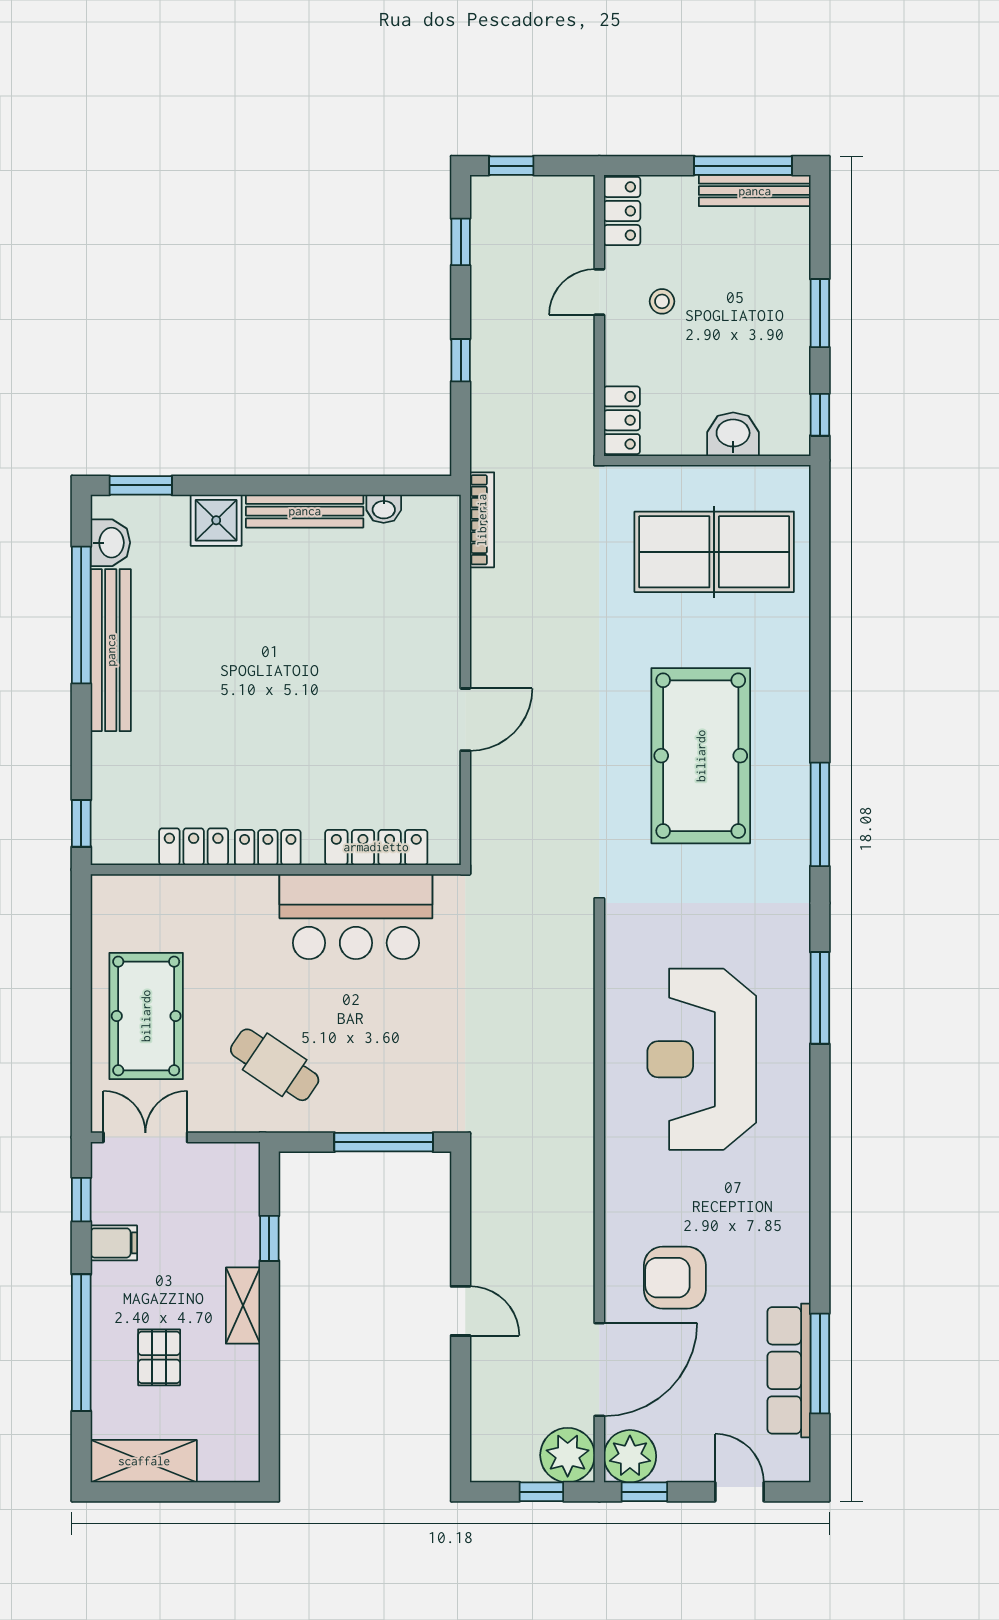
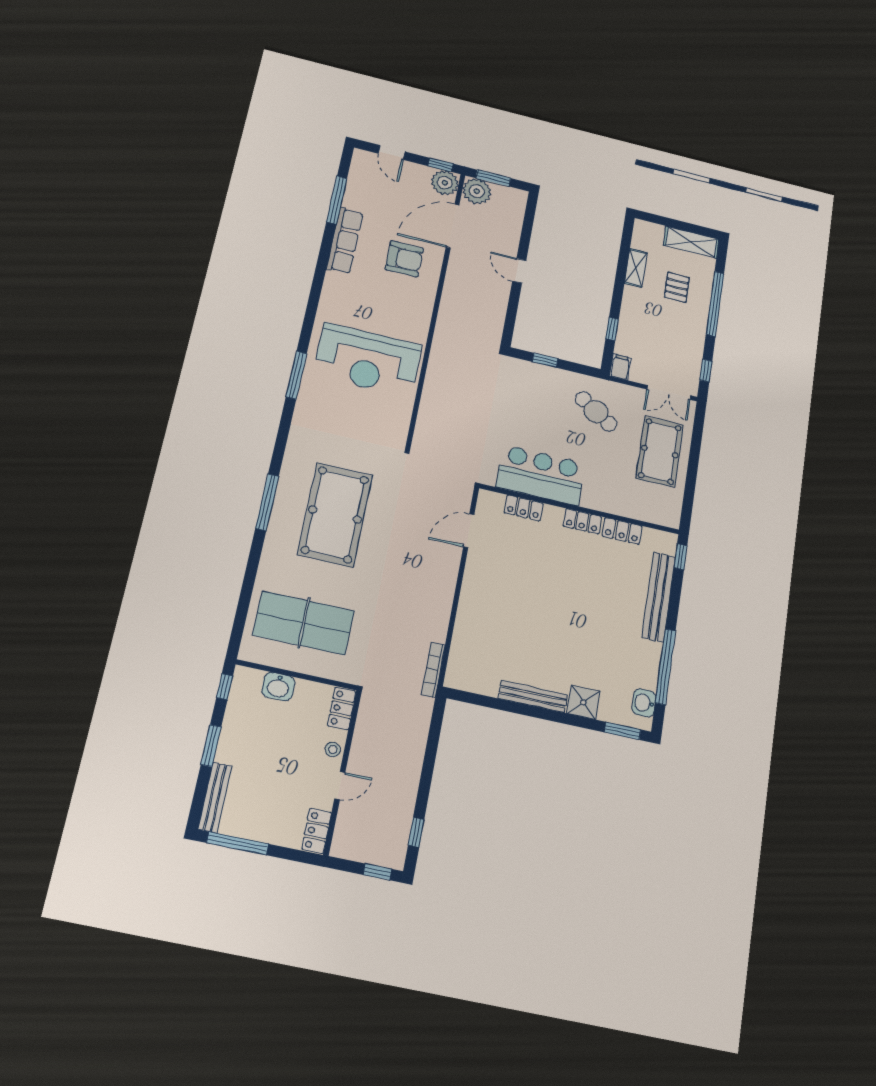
bench: (755, 191) -> (215, 798), moved, turned 90
stool: (662, 301) -> (333, 749), moved
window: (461, 360) -> (429, 763), removed
washbasin: (384, 509) -> (488, 688), removed
bench: (111, 650) -> (659, 597), moved
door: (465, 720) -> (469, 531), moved
window: (820, 814) -> (267, 502), moved
locker: (376, 847) -> (524, 508), width x0.66
reception desk: (702, 1059) -> (368, 360), turned 90
window: (384, 1142) -> (545, 360), width x0.46
filing cabinet: (114, 1243) -> (620, 367), moved, turned 90
shelving: (243, 1306) -> (636, 268), moved
row of seats: (789, 1370) -> (345, 241), moved
window: (541, 1492) -> (493, 178), width x1.50

